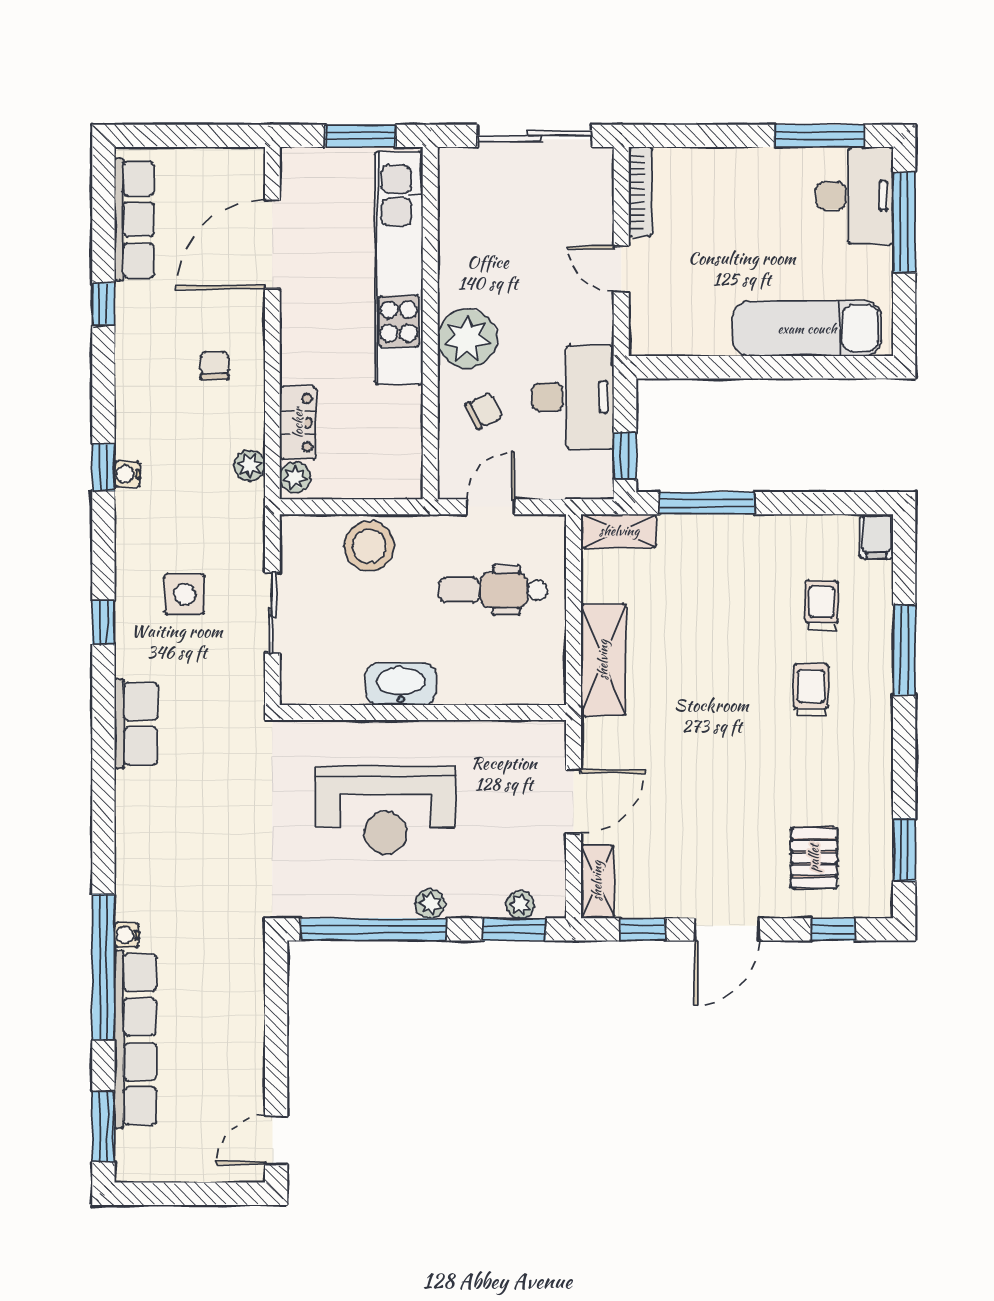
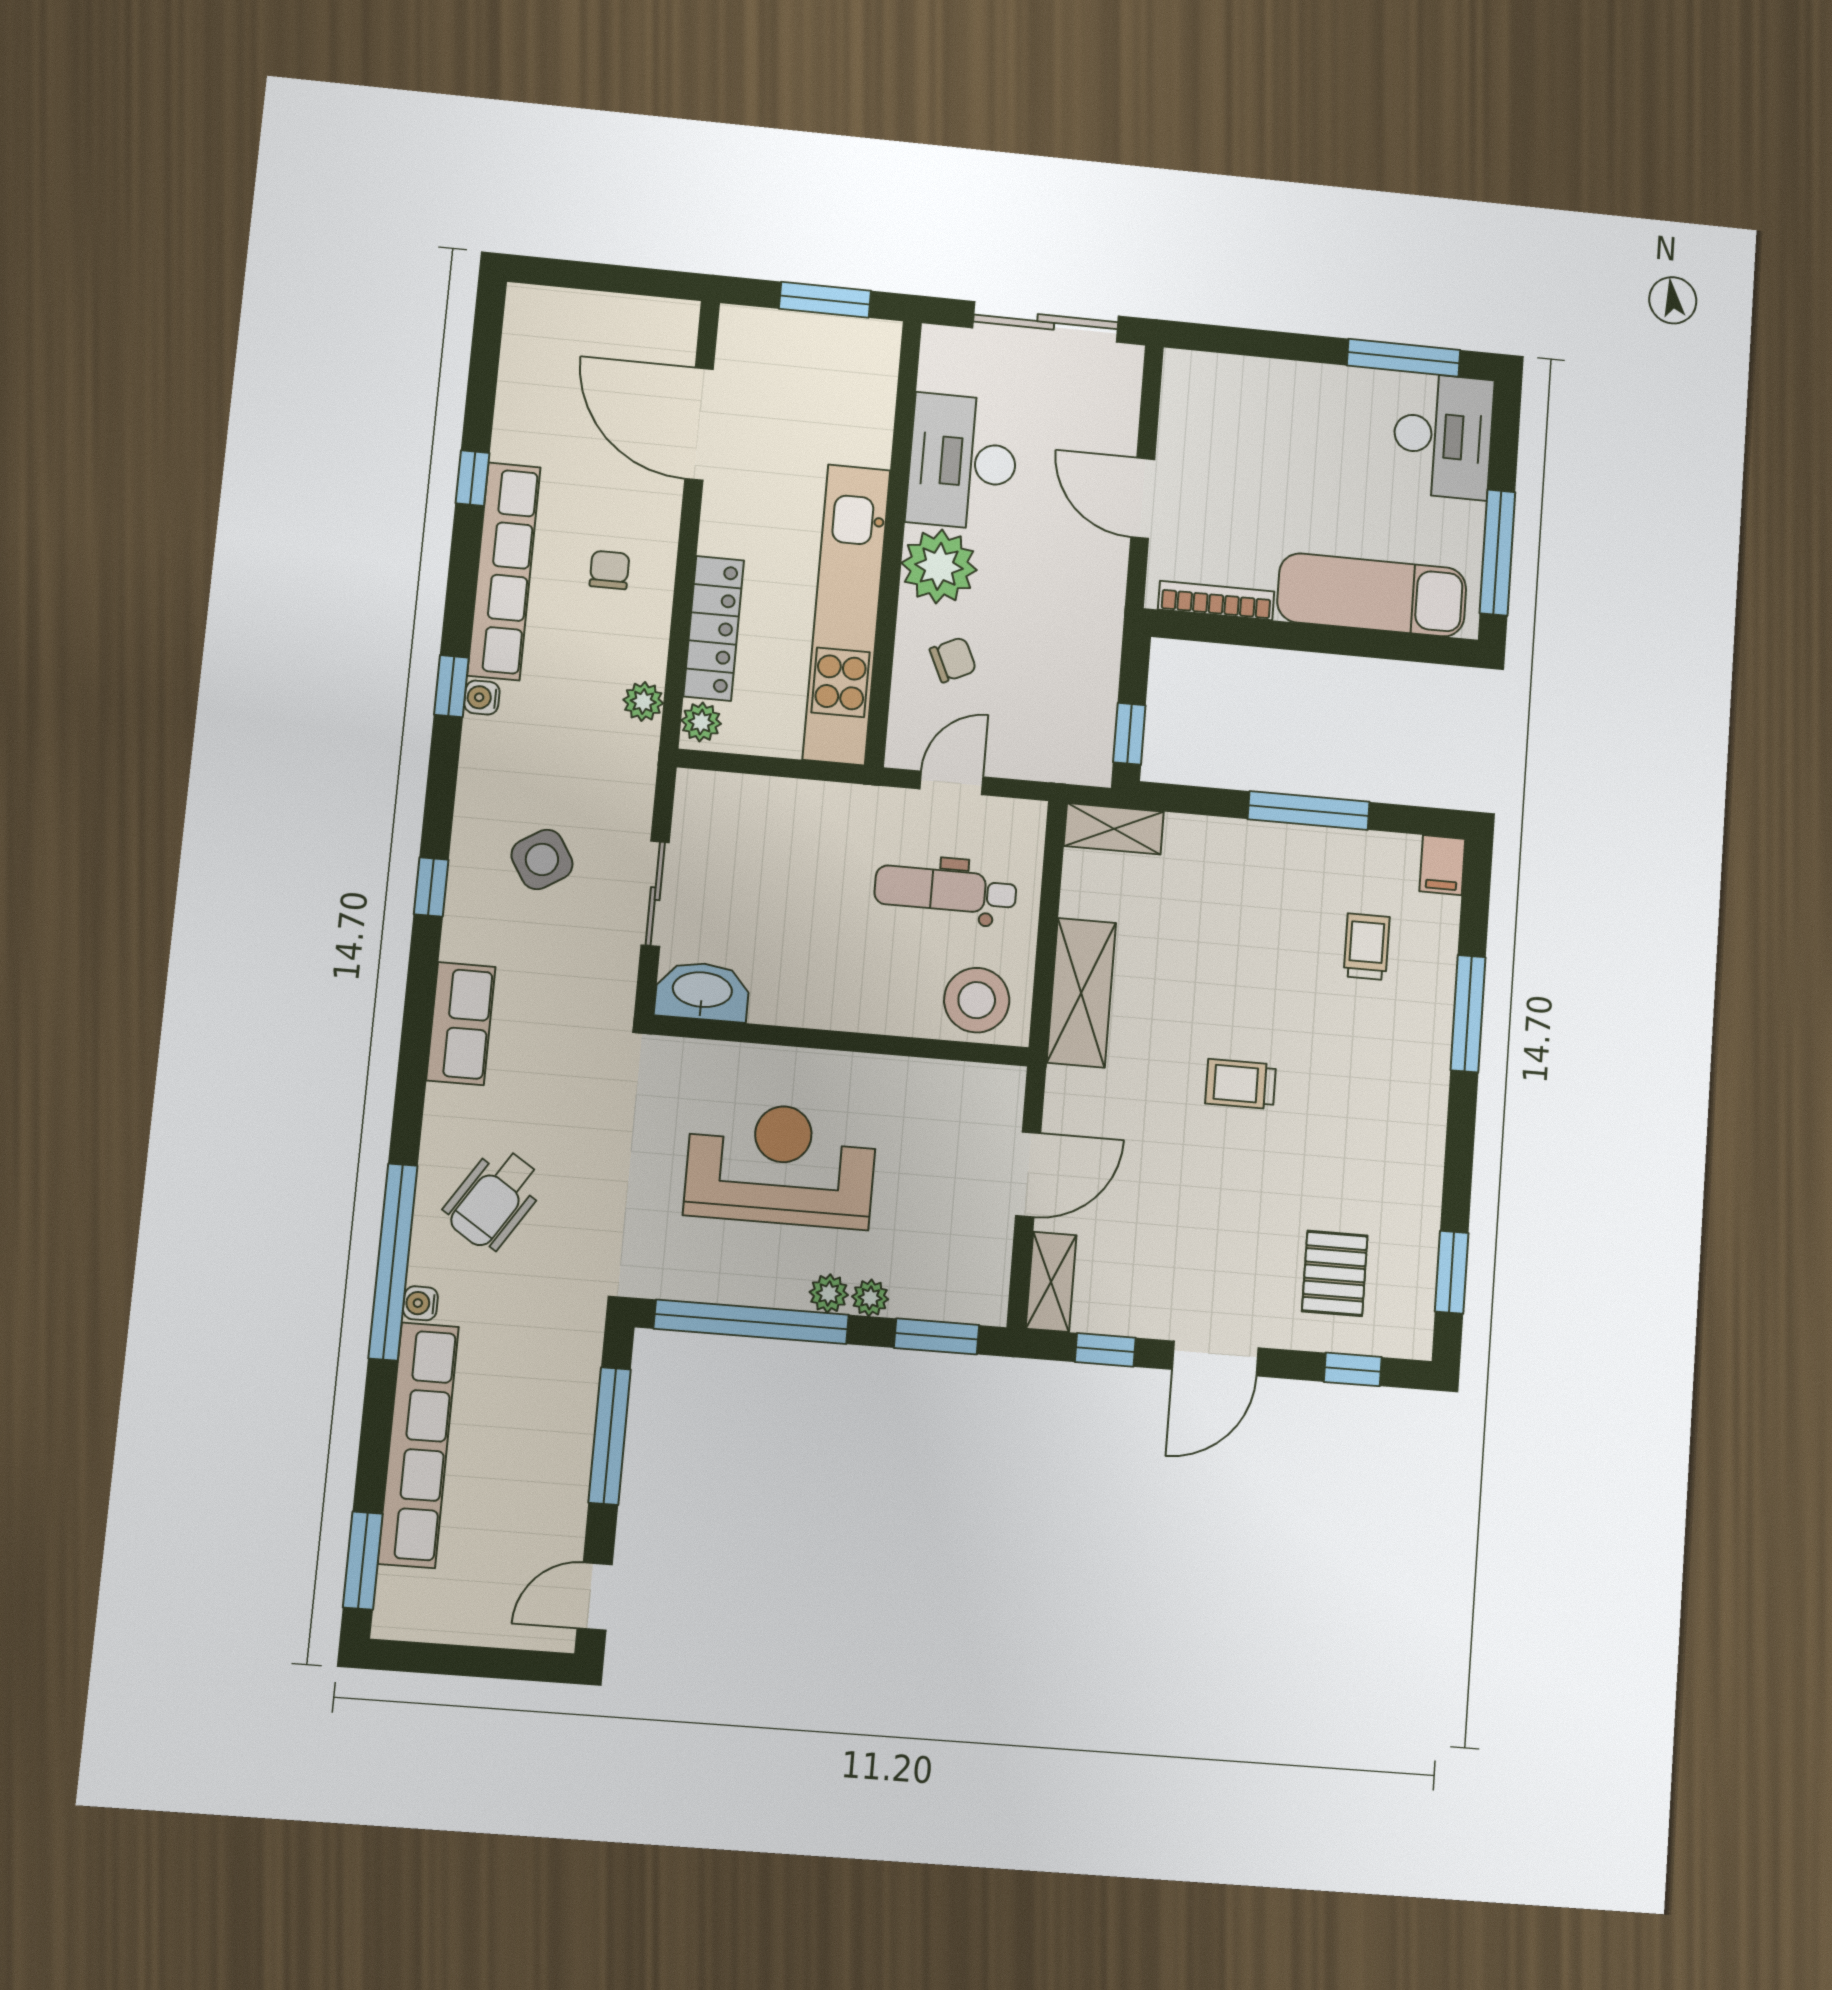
bookcase: (640, 192) -> (1216, 601), moved, turned -90
row of seats: (134, 220) -> (504, 571), moved, width x1.36
window: (904, 222) -> (1497, 553), moved
door: (272, 244) -> (699, 424), hinge flipped
kitchen unit: (399, 268) -> (846, 614), moved
door: (621, 269) -> (1143, 498), width x1.38
desk: (573, 397) -> (963, 462), moved, turned 180
locker: (298, 423) -> (714, 628), width x1.53
window: (707, 503) -> (1309, 811), moved
stool: (369, 546) -> (977, 1000), moved
side table: (184, 594) -> (542, 859), turned -32
washbasin: (401, 684) -> (702, 991), moved
trolley: (811, 690) -> (1241, 1084), moved, turned -90
reception desk: (385, 810) -> (781, 1165), turned 180
wheelchair: (173, 853) -> (494, 1199), added
plant: (520, 904) -> (870, 1298), moved
window: (103, 967) -> (393, 1262), moved
window: (276, 1022) -> (610, 1436), added

